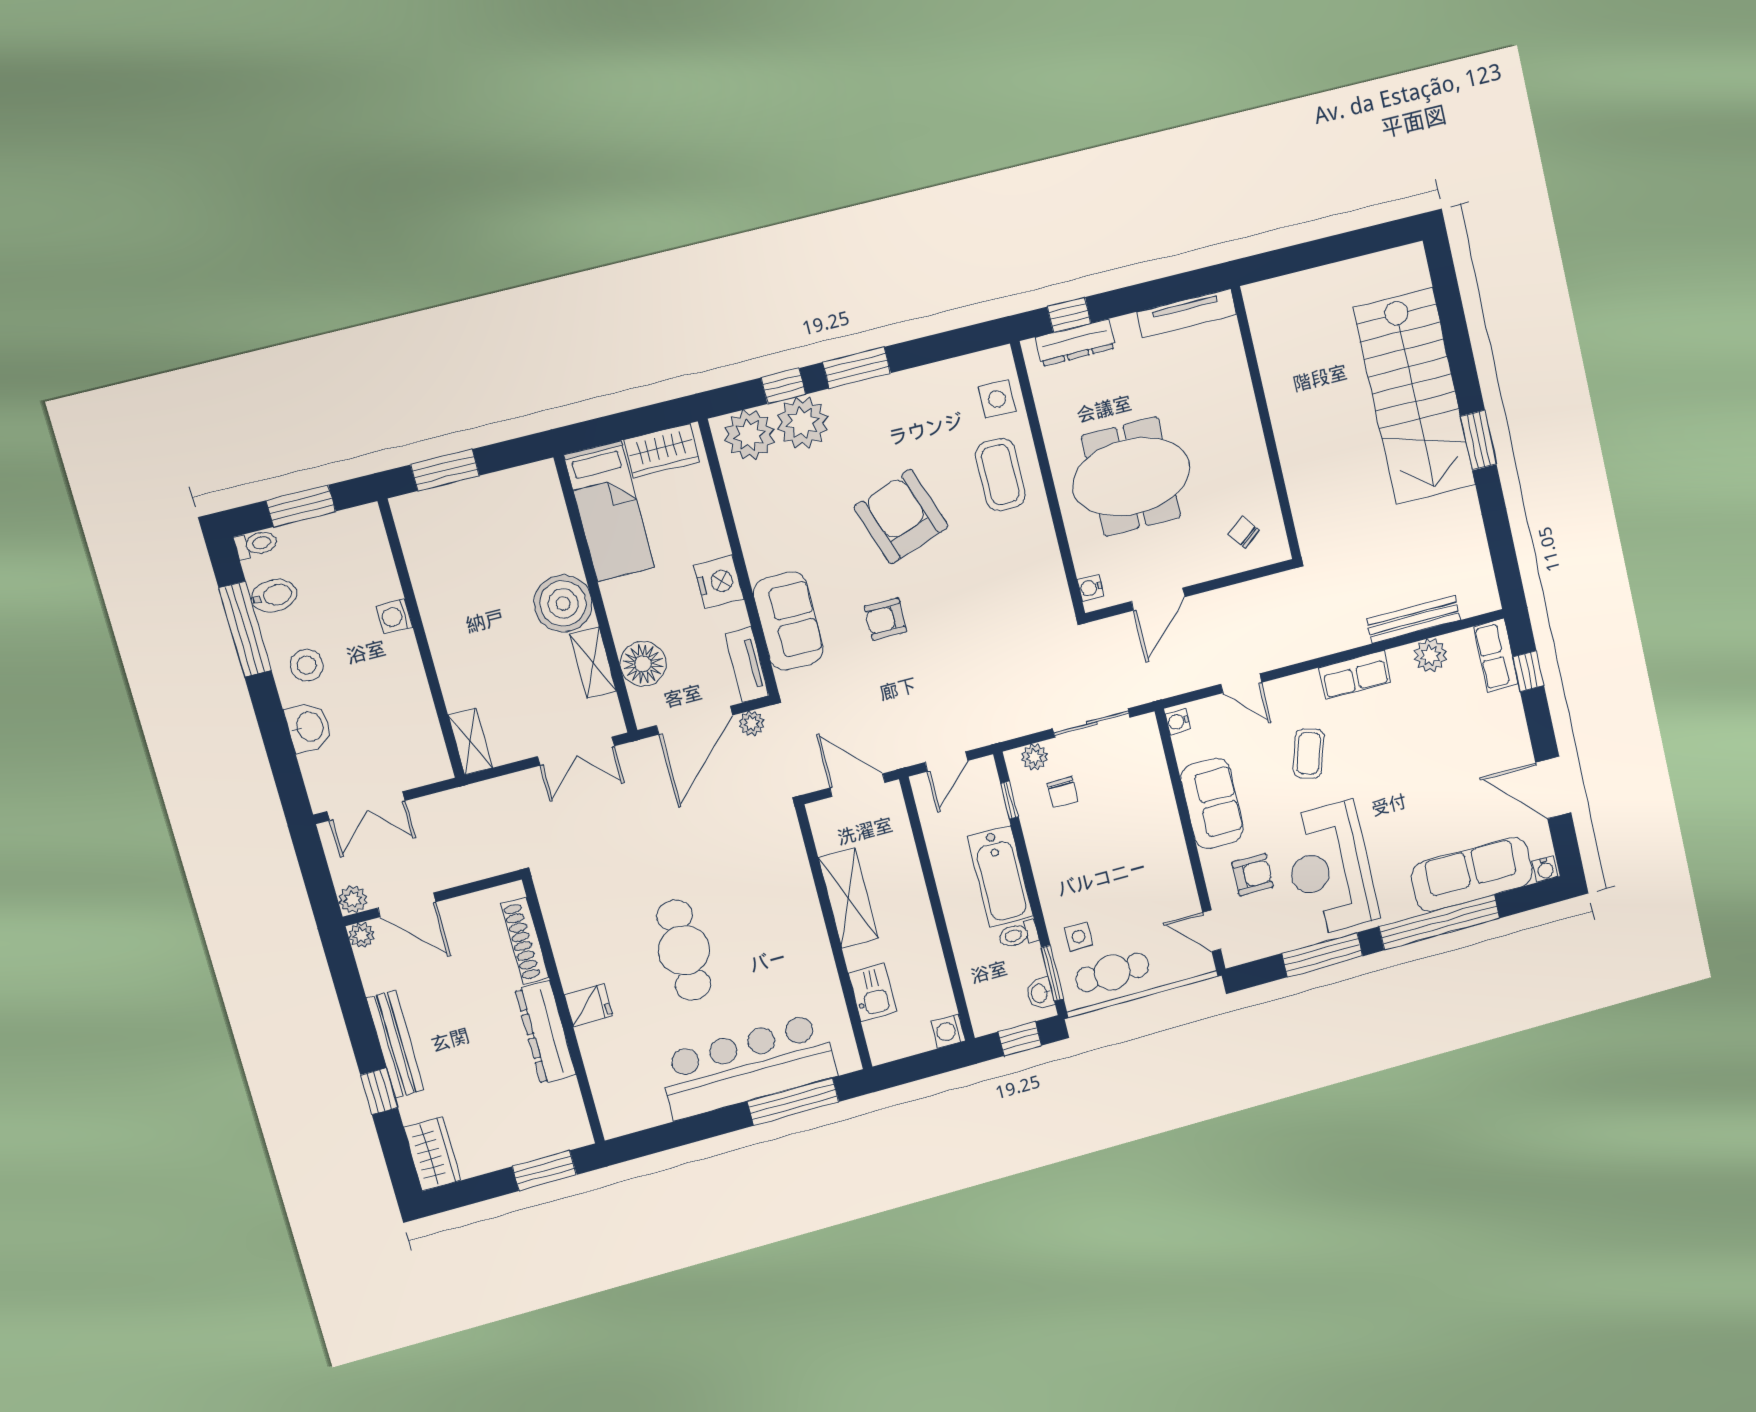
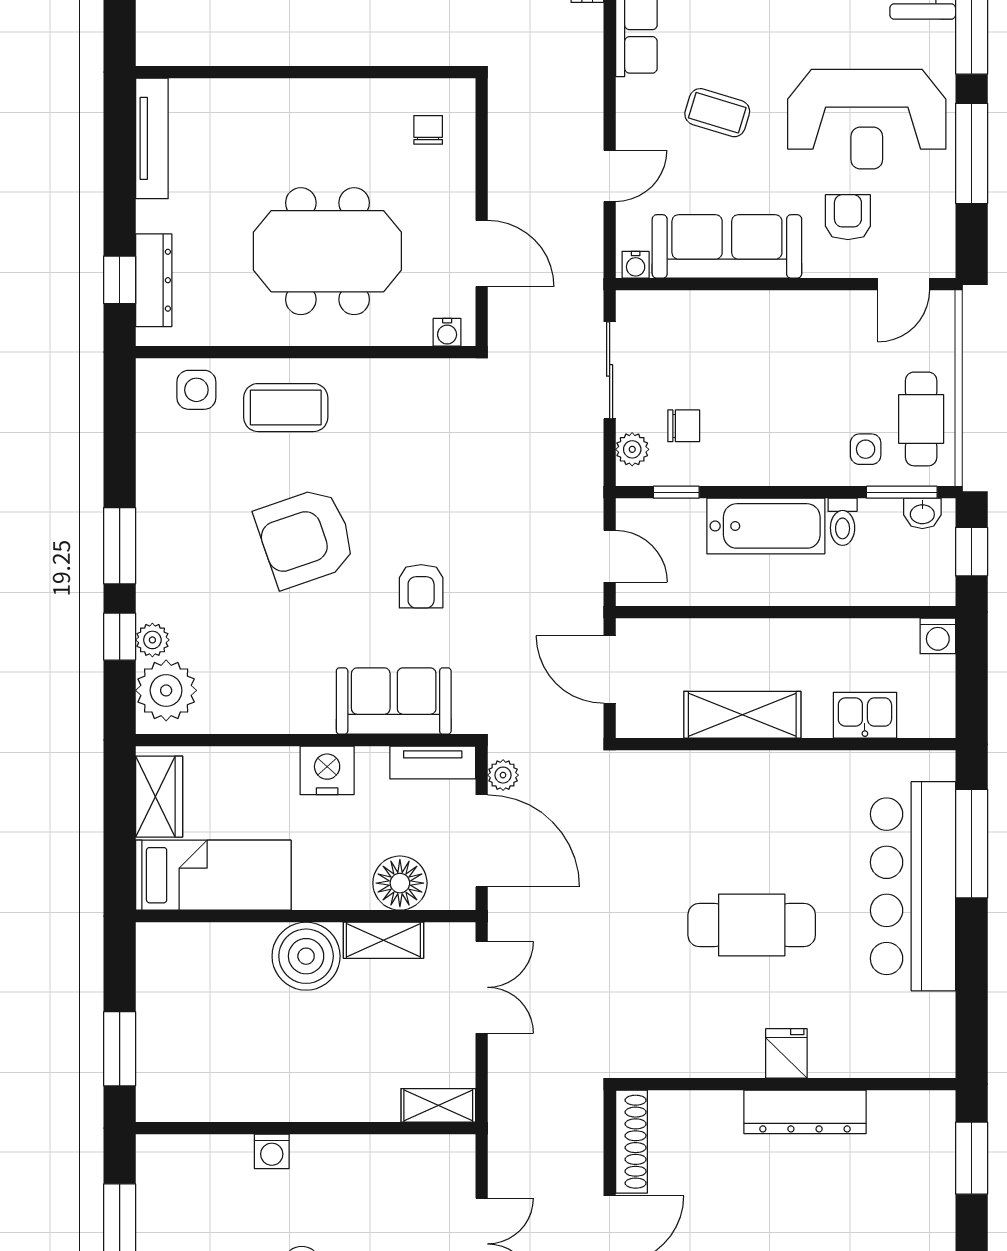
plant: (802, 422) -> (152, 640), width x0.53, depth x0.53
meeting table: (1131, 477) -> (327, 251), turned 90
chair: (1244, 532) -> (428, 130), turned 128
door: (857, 785) -> (610, 669), hinge flipped
sofa: (1212, 803) -> (727, 246), width x1.36
shoe rack: (525, 941) -> (631, 1142), moved, turned -90

